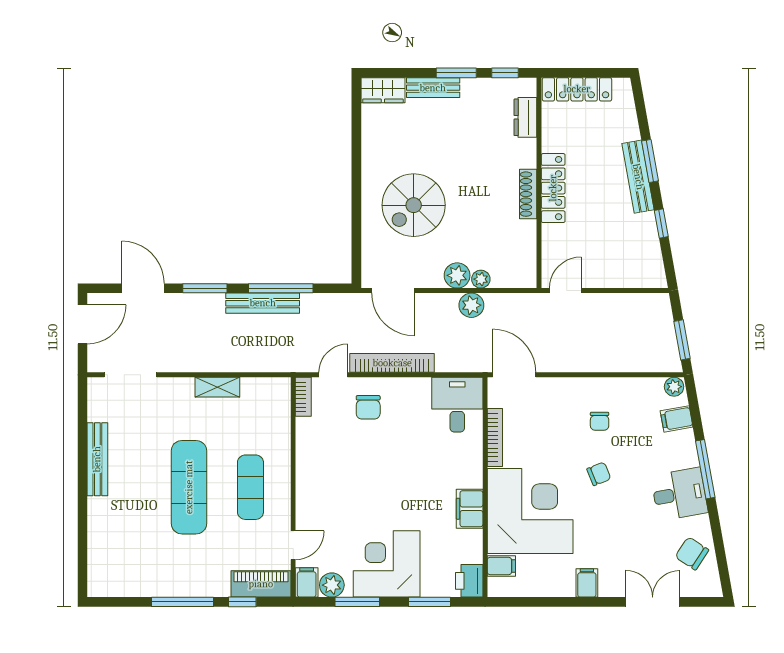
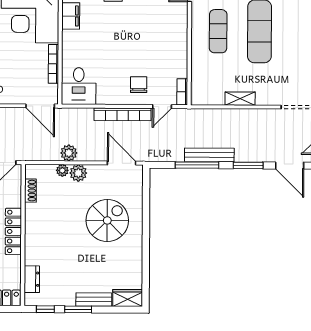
shoe rack: (528, 194) -> (30, 191), moved, width x0.70

